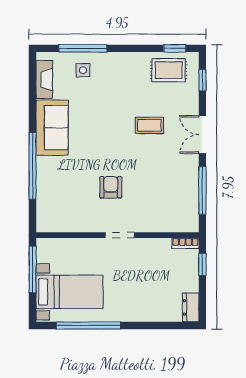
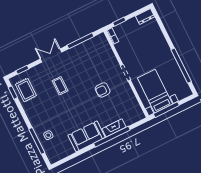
fireplace: (44, 79) -> (114, 128), moved
double door: (202, 135) -> (51, 55), swing flipped
bed with nightstands: (70, 292) -> (155, 91), moved

